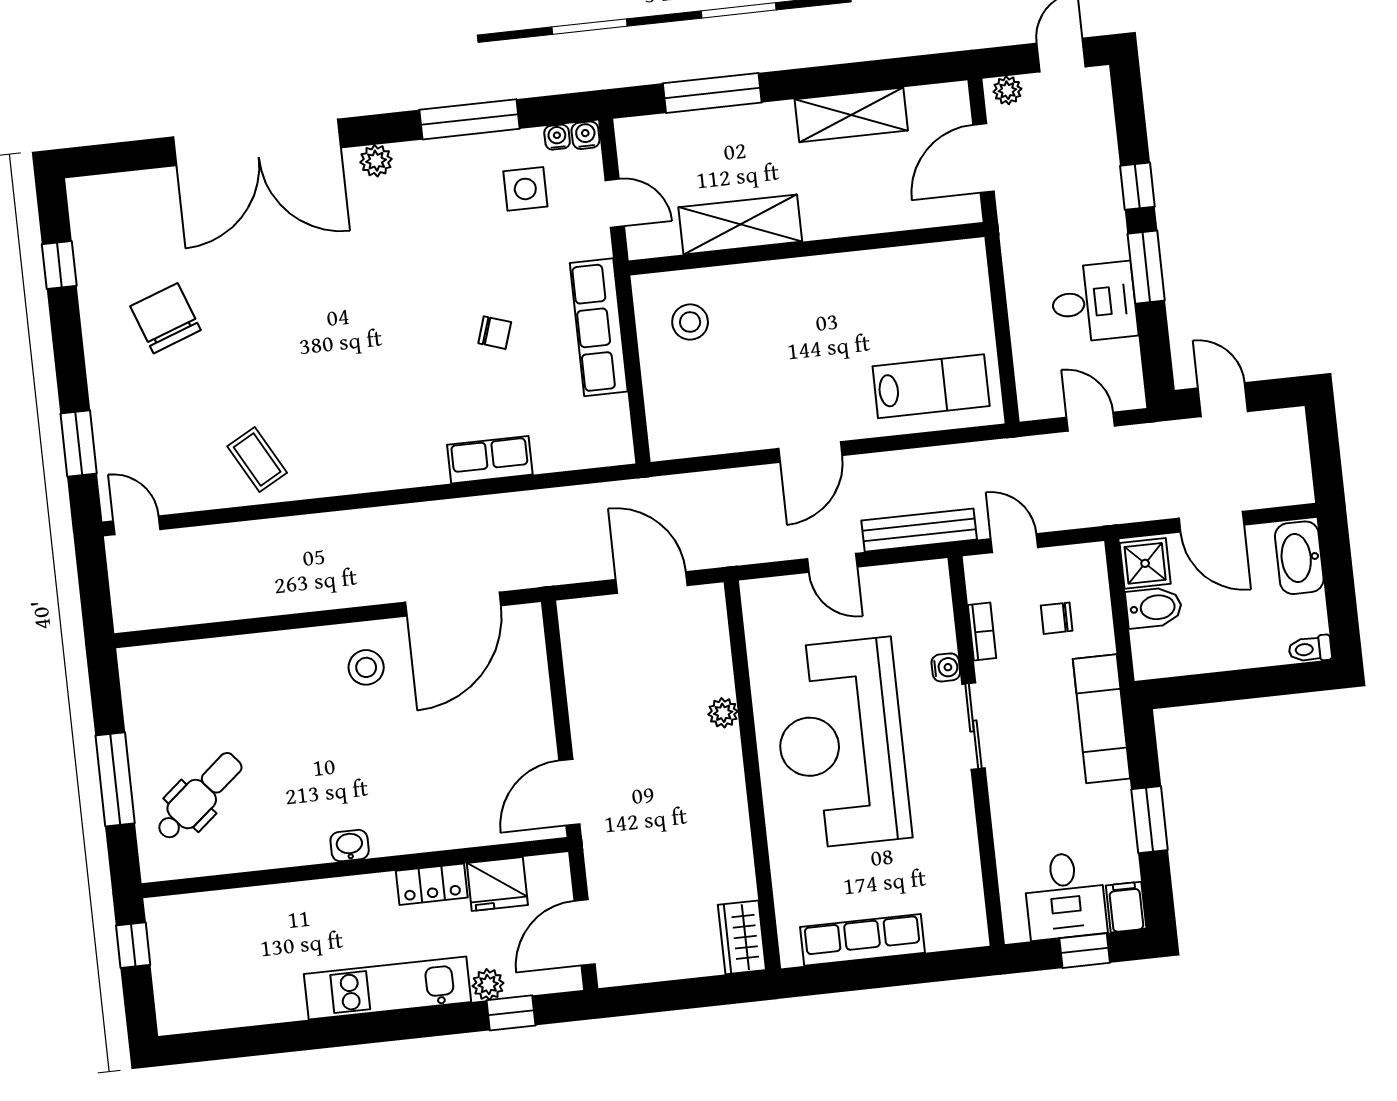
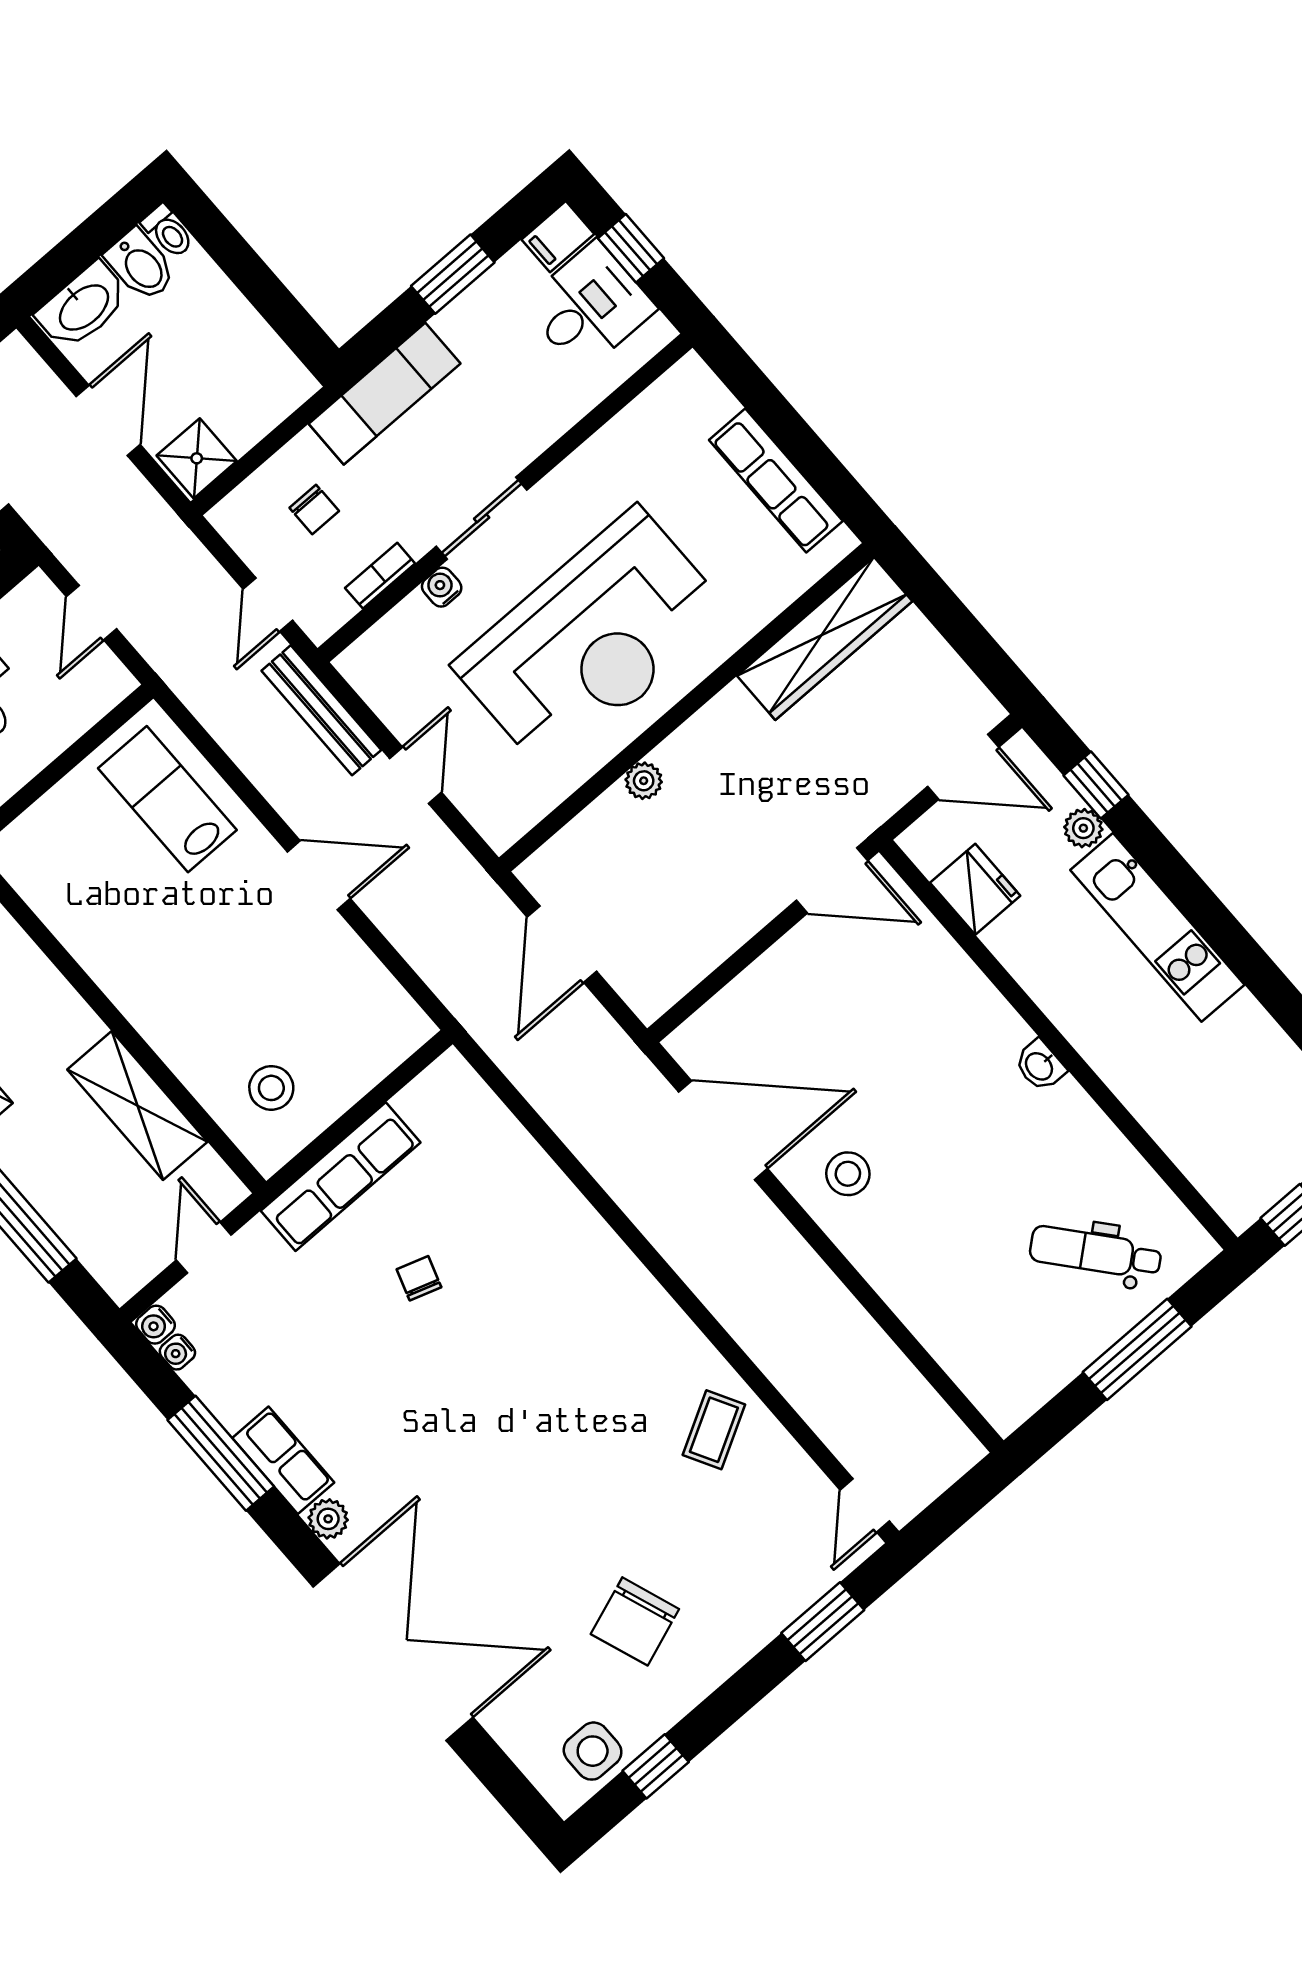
side table: (525, 189) -> (593, 1751), moved
row of seats: (490, 460) -> (283, 1460), moved, turned 180
bidet: (1154, 608) -> (141, 265), moved, turned 180
locker: (432, 884) -> (1021, 956), removed
wardrobe: (742, 937) -> (825, 639), width x2.10, depth x1.17

